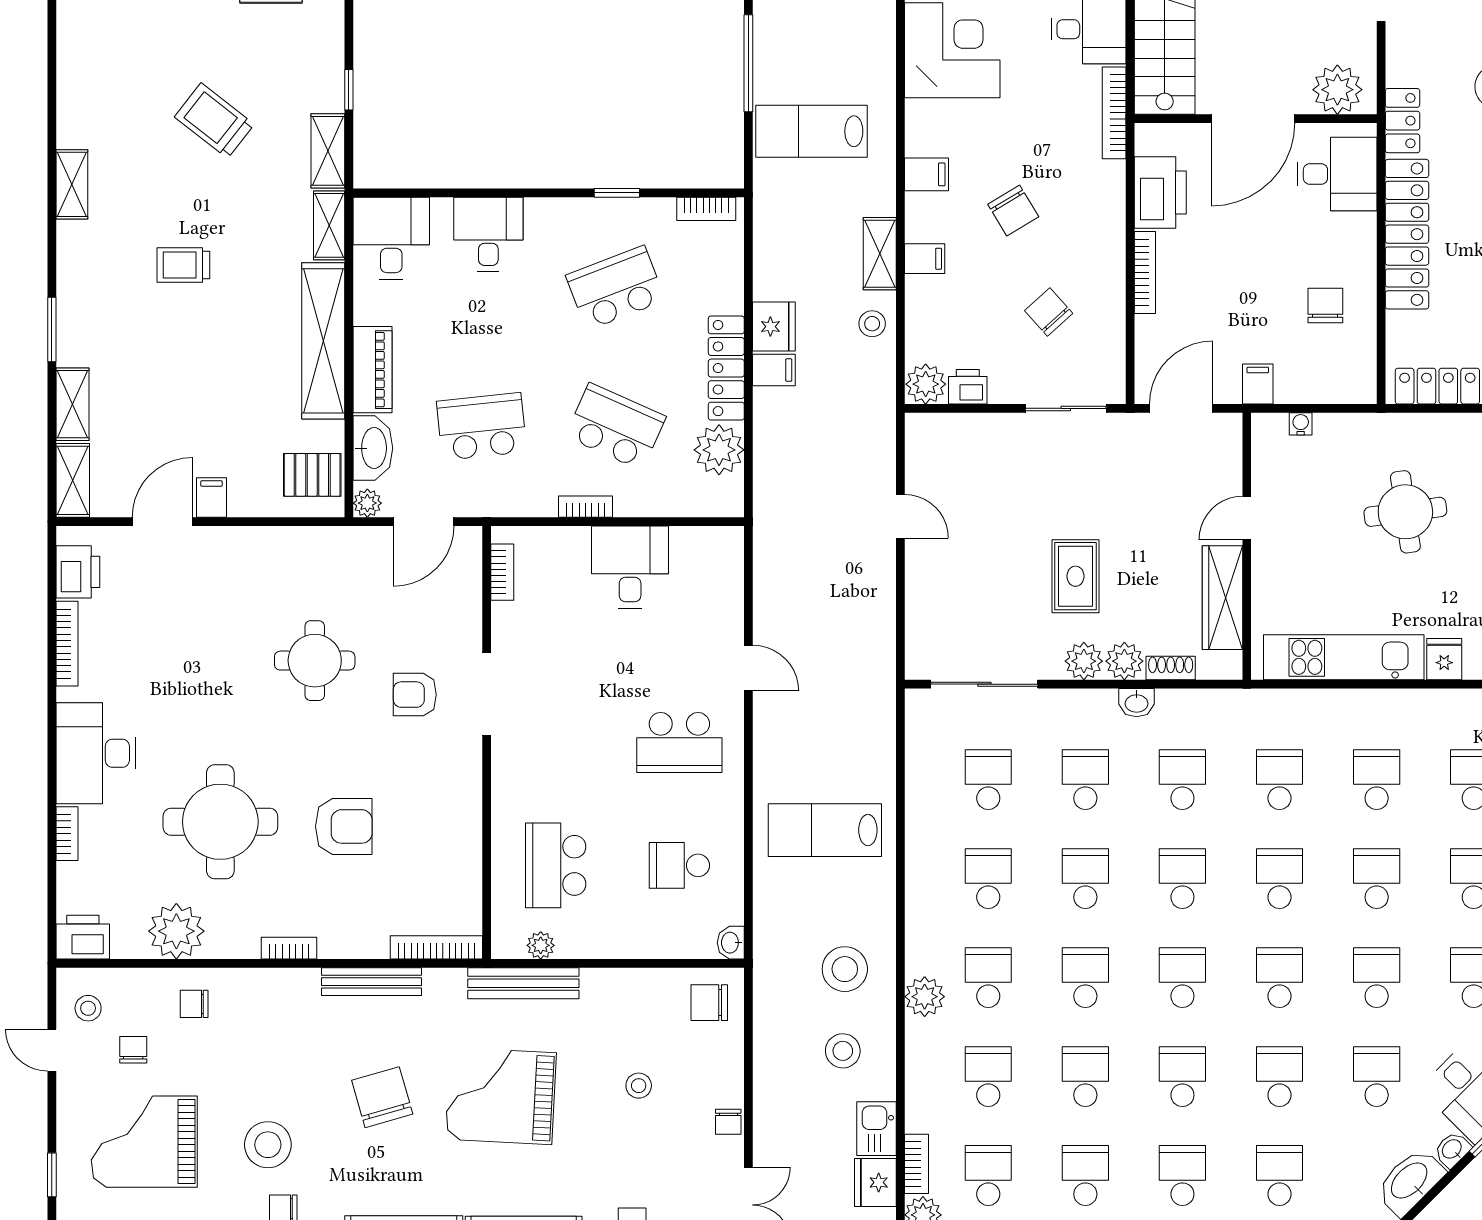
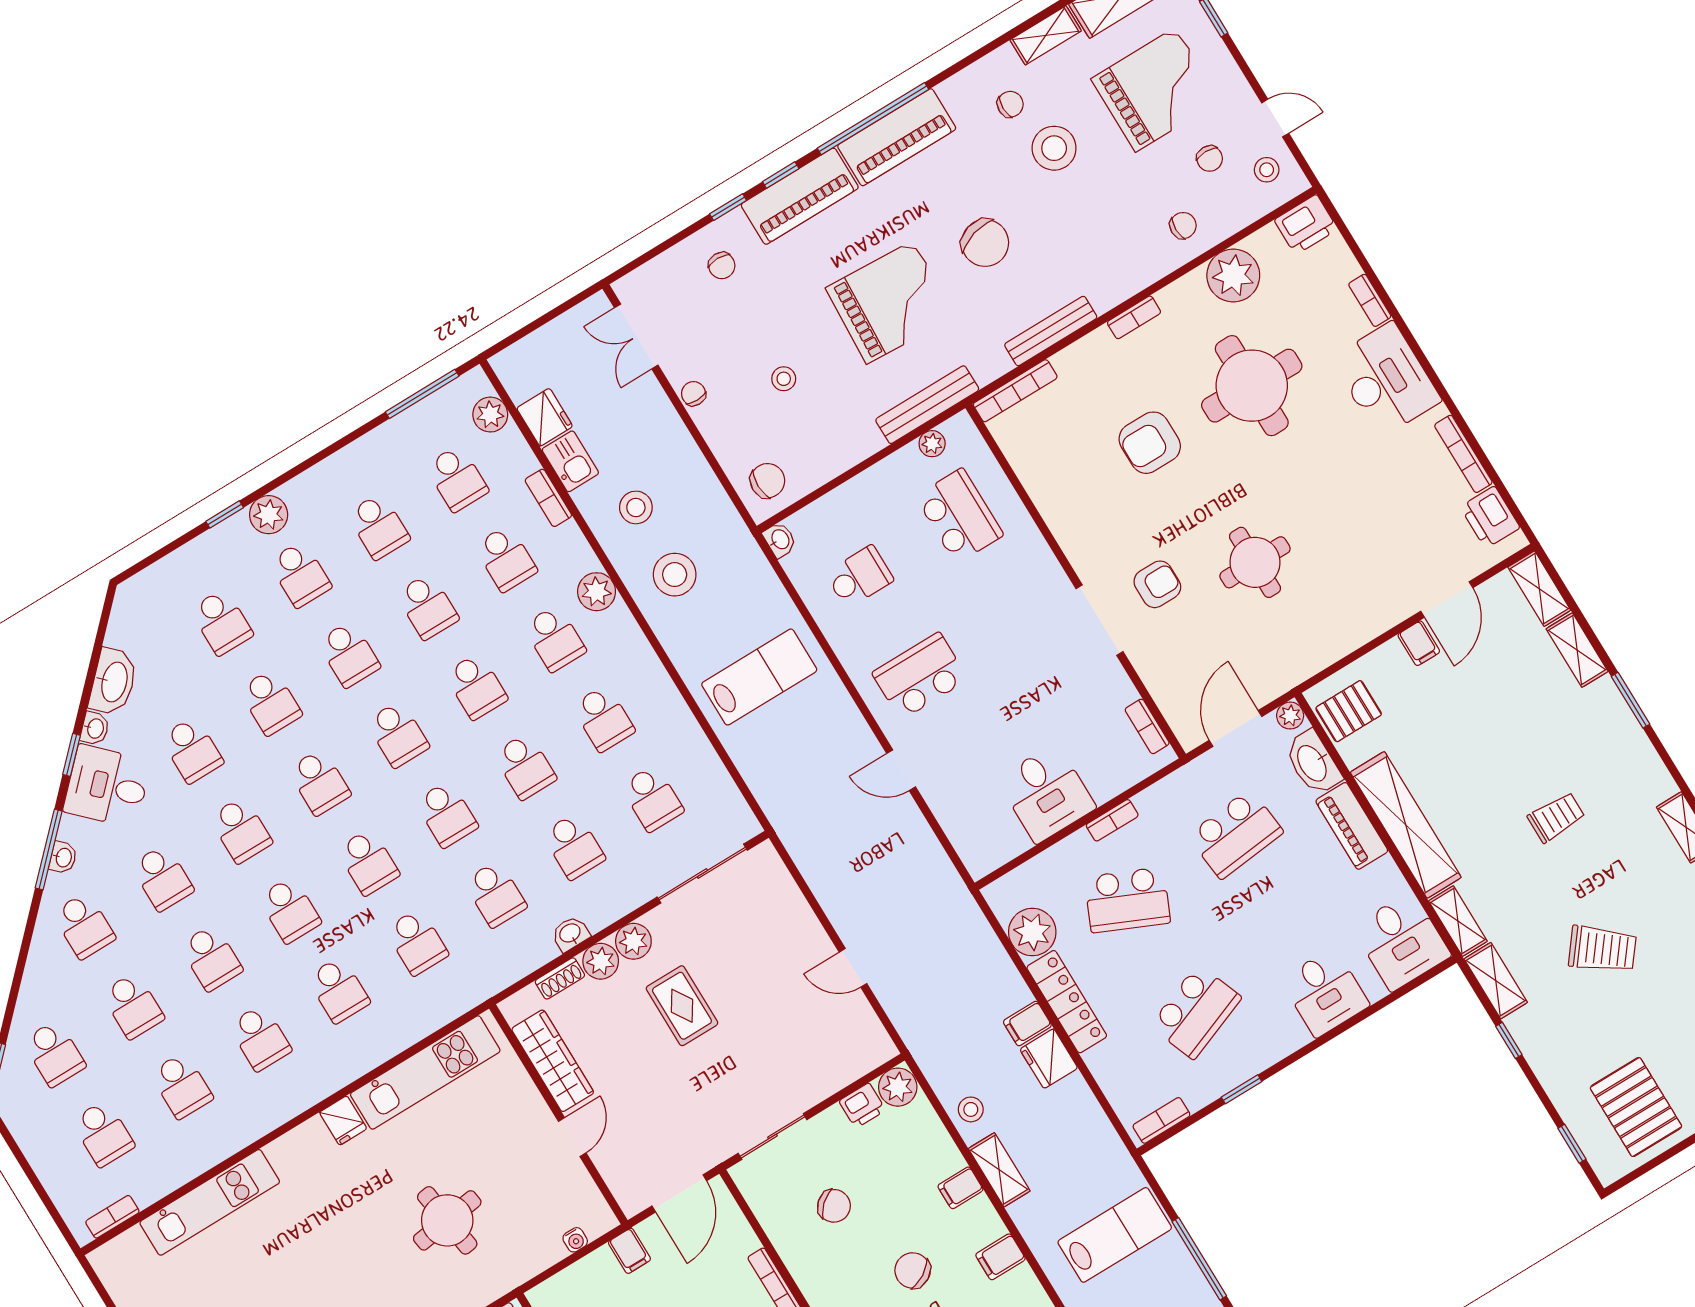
bookcase: (916, 1164) -> (548, 498), moved

